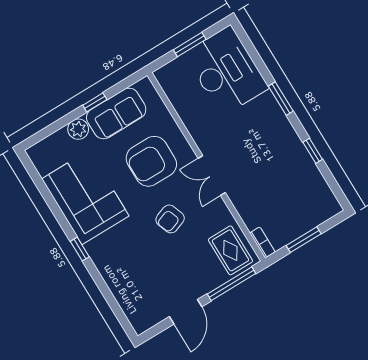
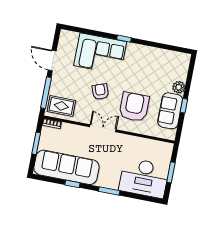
sofa: (299, 176) -> (66, 167), added
corner sofa: (85, 197) -> (100, 54), moved

